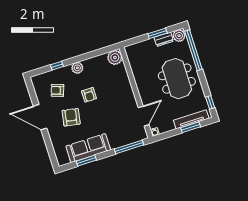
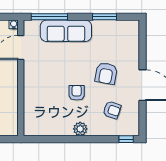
plant: (115, 57) -> (32, 127), removed
window: (57, 66) -> (126, 139), moved
sofa: (88, 148) -> (66, 31), moved

